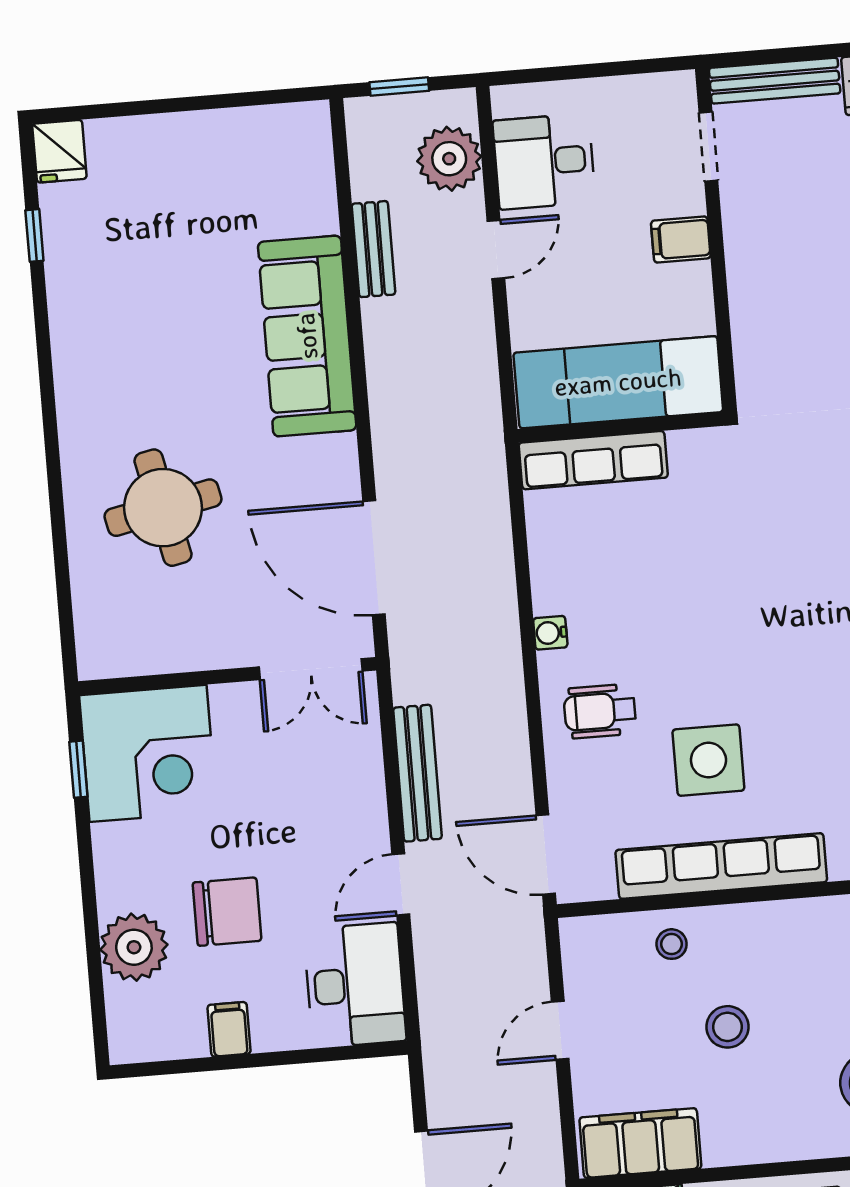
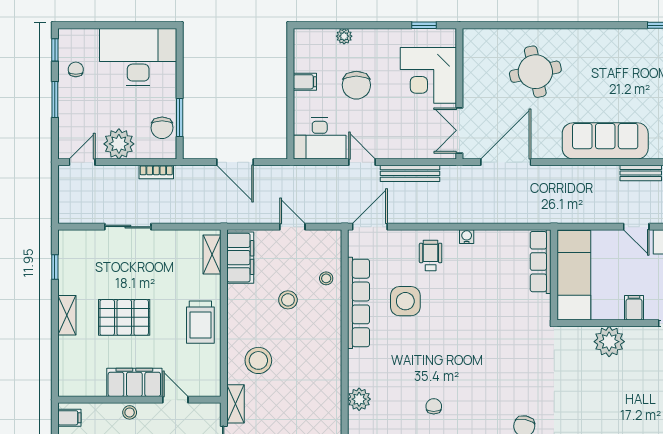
plant: (762, 290) -> (609, 342), added
corner desk: (148, 753) -> (428, 75), moved
plant: (134, 947) -> (344, 36), width x0.53, depth x0.53

